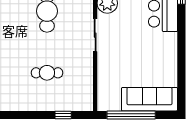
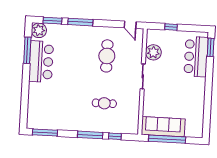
sofa: (149, 99) -> (163, 127), moved
window: (31, 115) -> (90, 135), added

